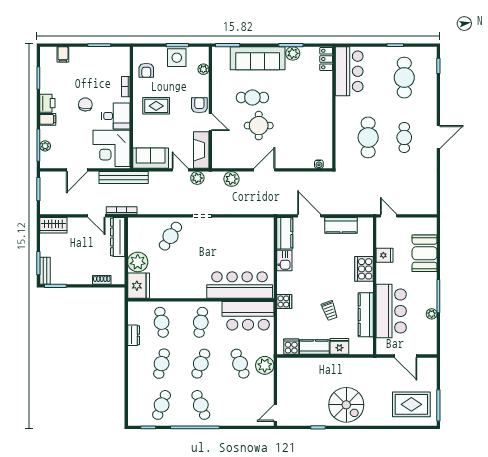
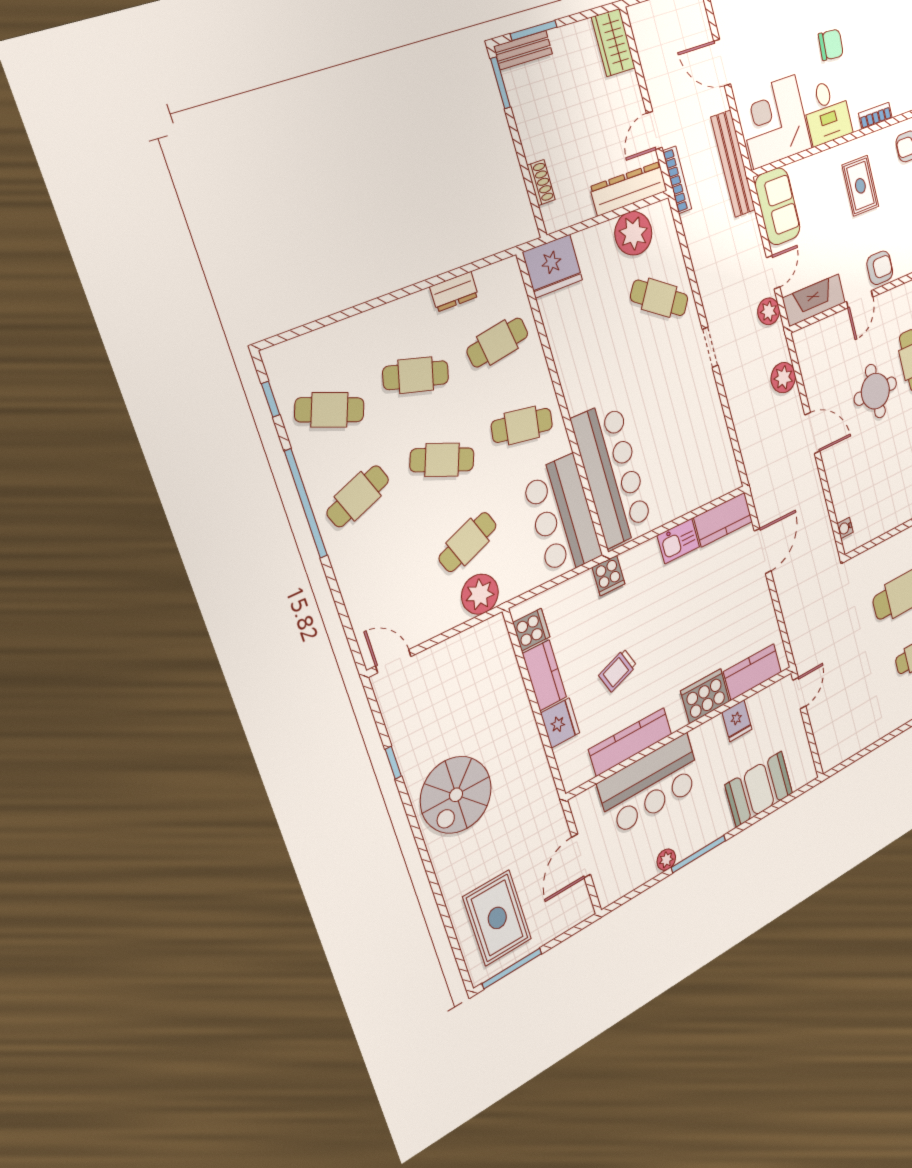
kitchen counter: (341, 225) -> (753, 672), moved, turned 90
plant: (138, 262) -> (633, 233), moved

